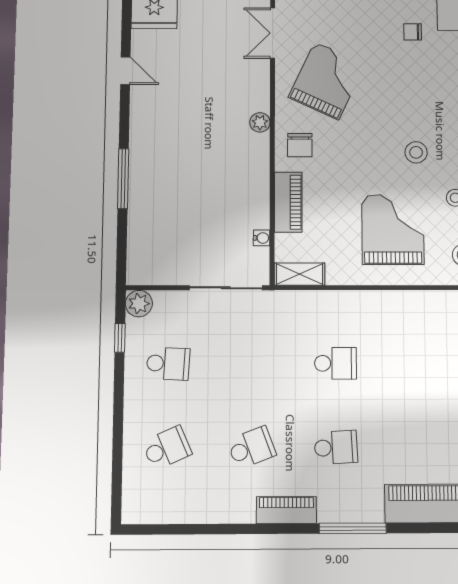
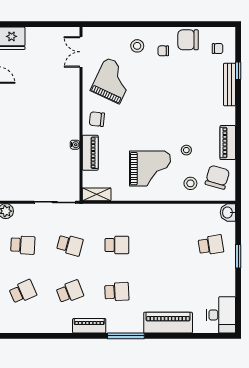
plant: (260, 122) -> (74, 106), removed
chair: (300, 145) -> (97, 119), turned 96
stool: (416, 152) -> (137, 46), moved
grand piano: (393, 229) -> (150, 169), turned 90
water cooler: (262, 238) -> (75, 145), moved
school desk: (252, 363) -> (70, 245), added

